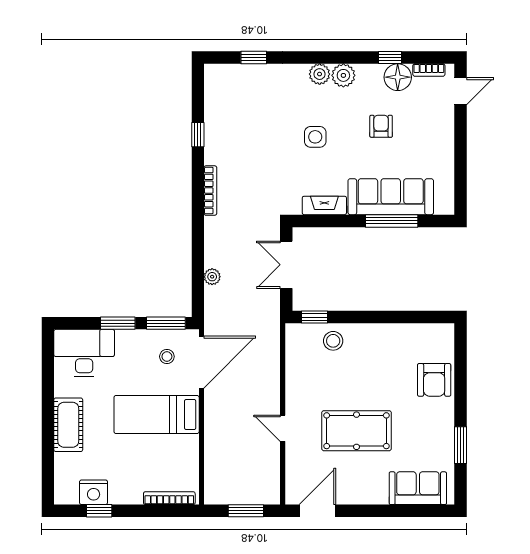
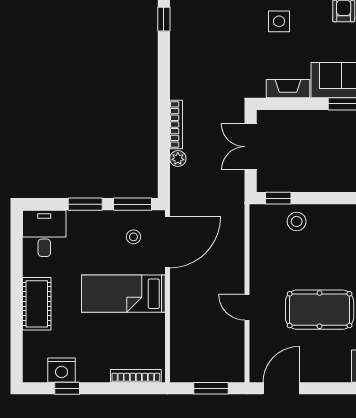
bookcase: (210, 191) -> (176, 124), moved
desk: (84, 353) -> (44, 233), width x0.73

